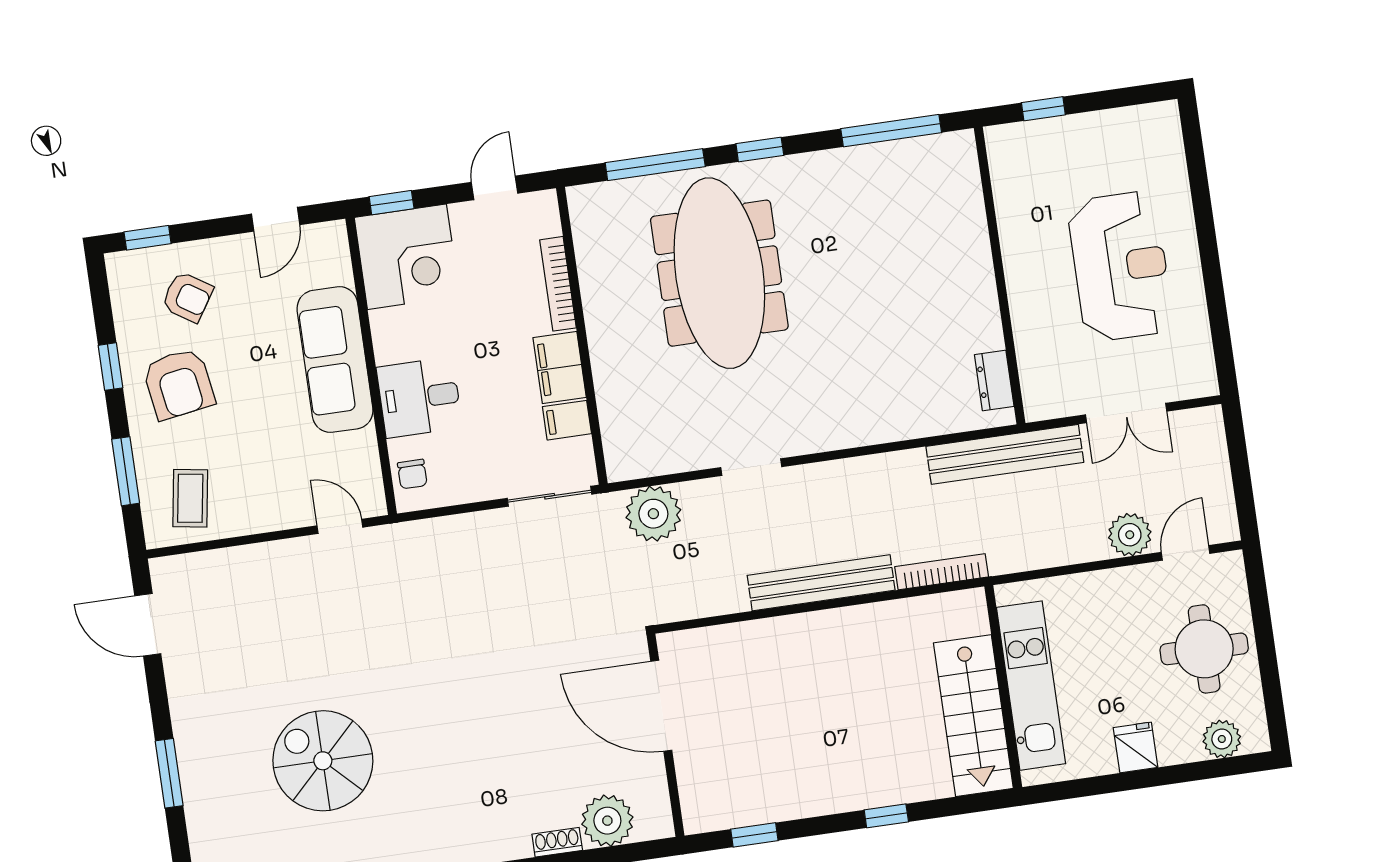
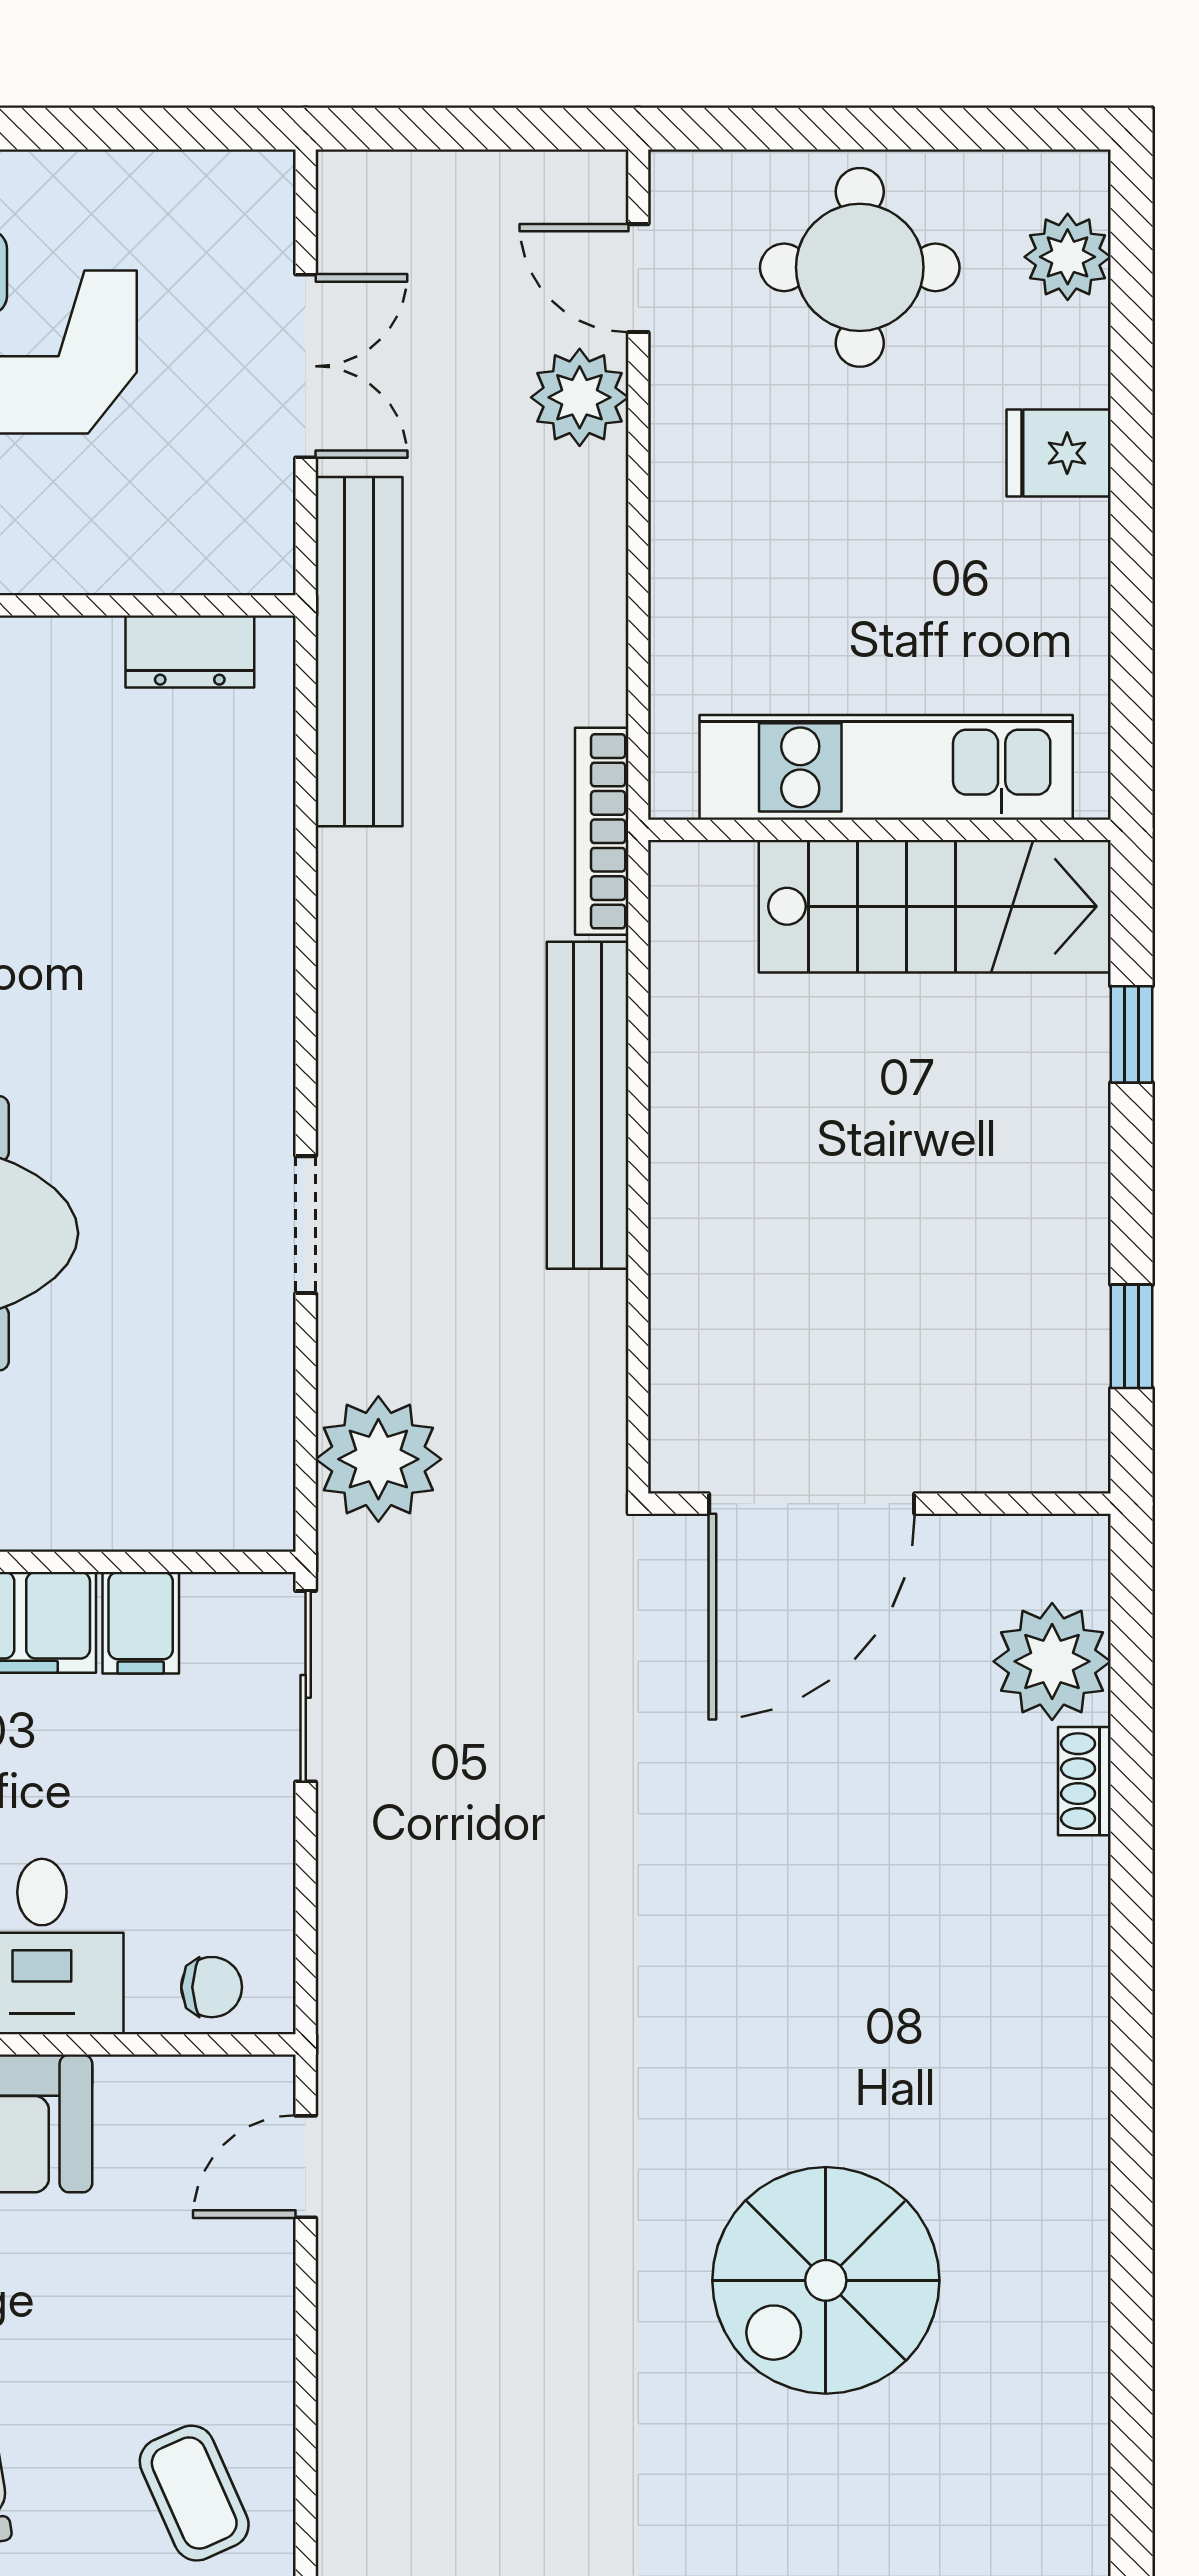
coffee table: (190, 498) -> (194, 2493), turned 57
kitchen unit: (1031, 686) -> (886, 767), moved
wall: (1003, 687) -> (879, 830), moved
stairs: (973, 716) -> (935, 906), moved

